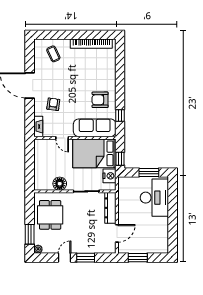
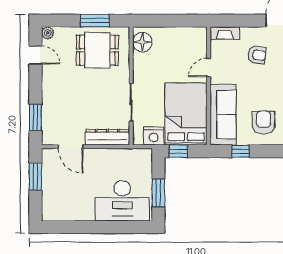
floor lamp: (60, 184) -> (142, 42), moved
window: (30, 234) -> (95, 21), moved
door: (65, 258) -> (35, 55), moved
window: (86, 258) -> (35, 118), moved

